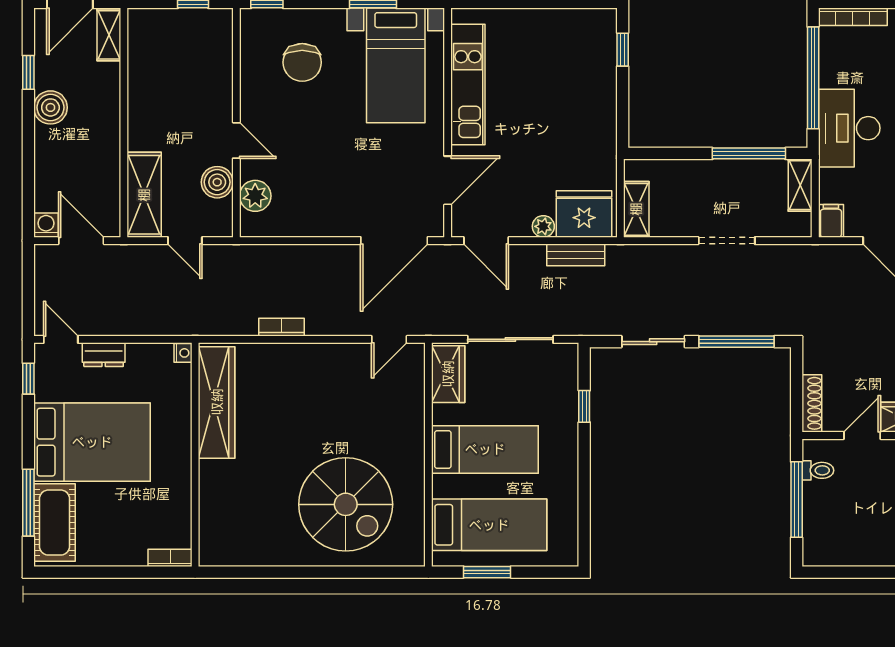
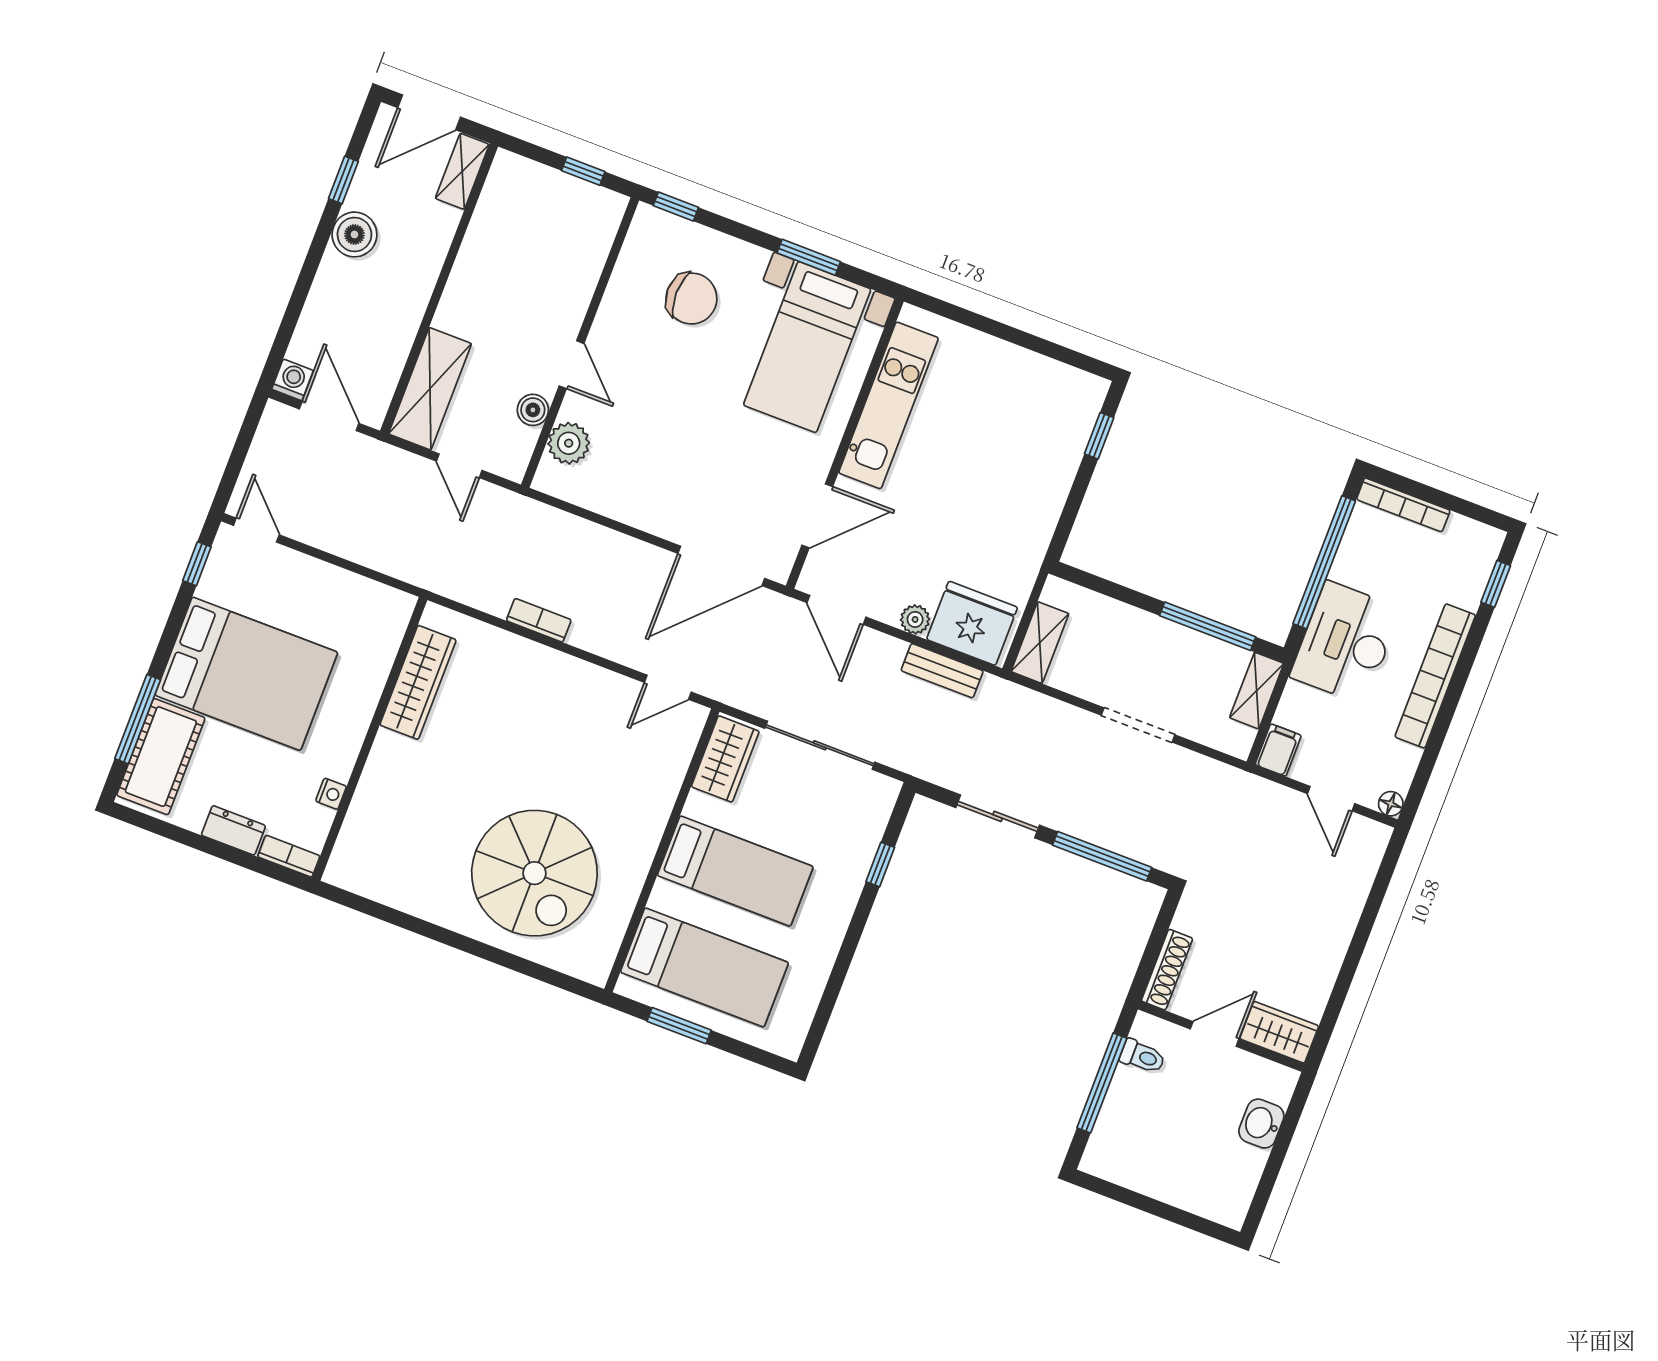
chair: (302, 62) -> (691, 298), turned -90
boiler: (217, 182) -> (533, 410), width x0.73, depth x0.73
nightstand: (183, 353) -> (331, 794), moved
dresser: (104, 355) -> (233, 830), moved, turned 180
wardrobe: (217, 402) -> (418, 682), width x0.71, depth x0.85

